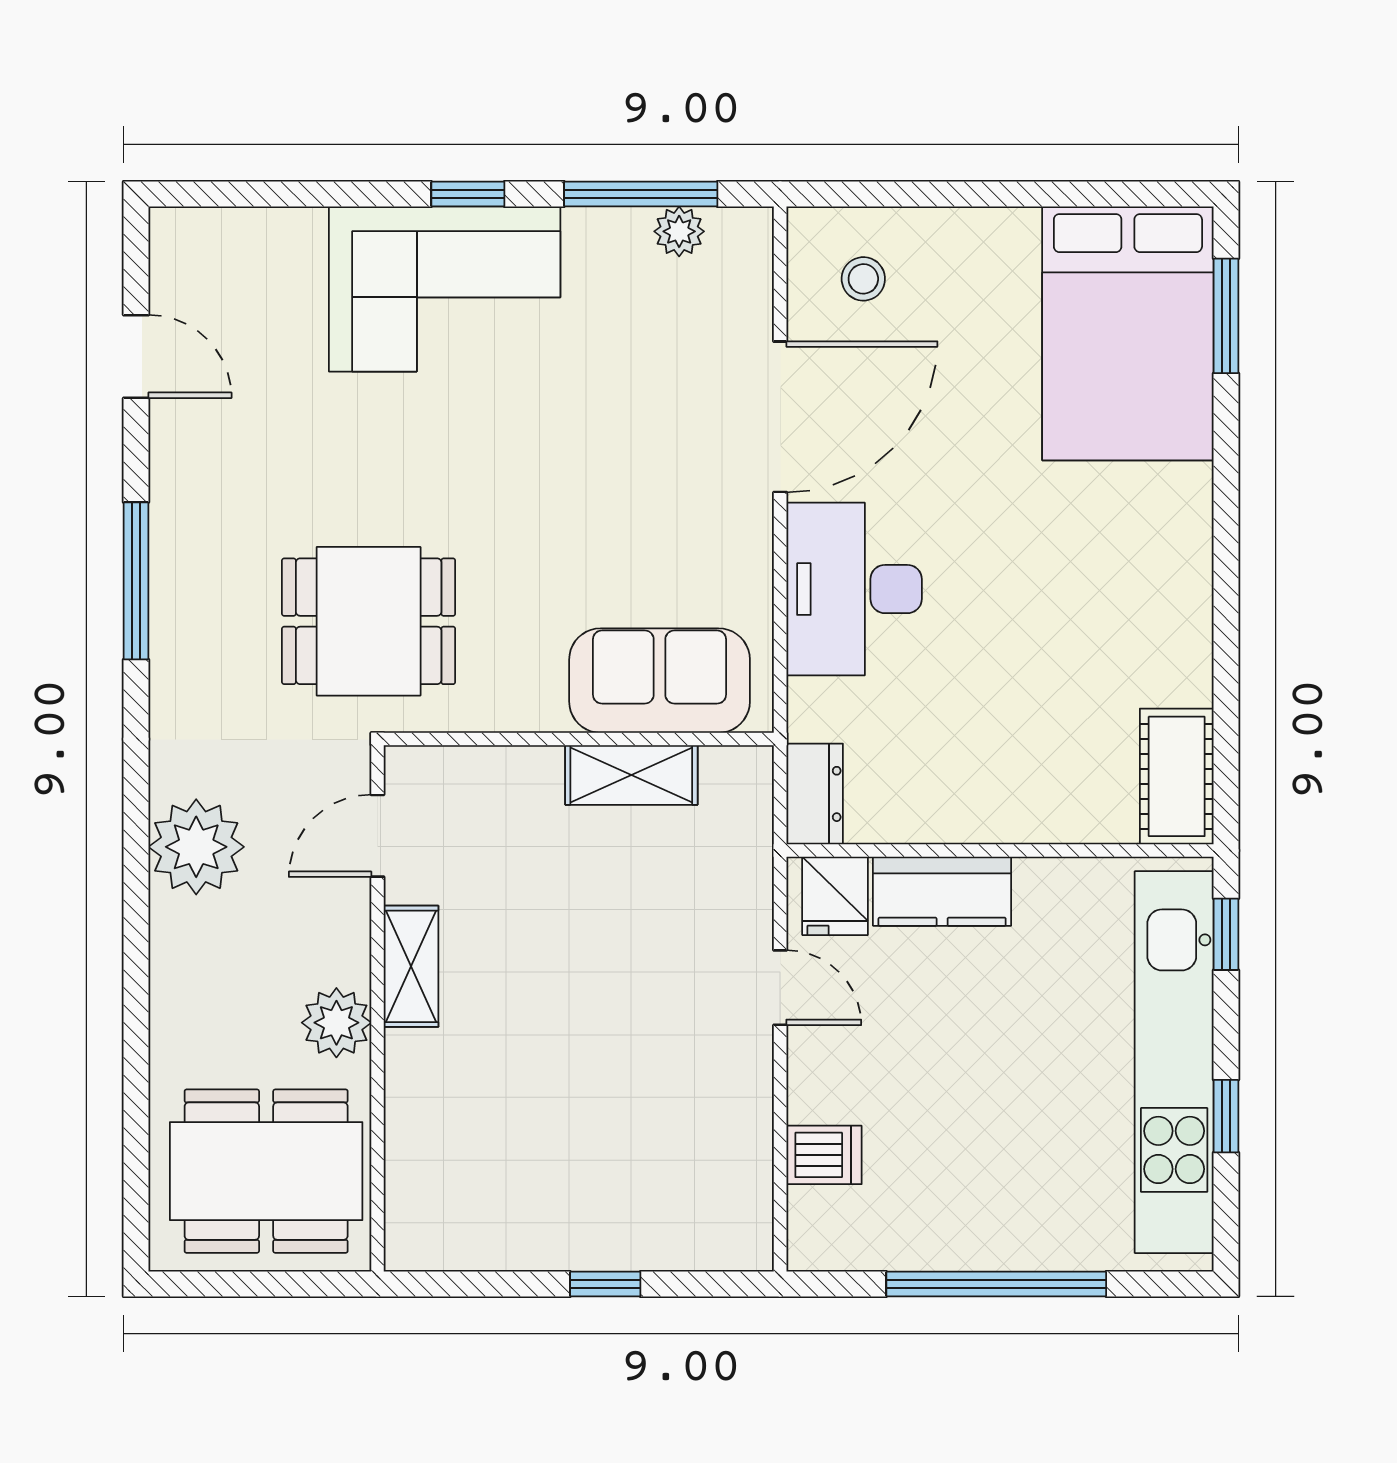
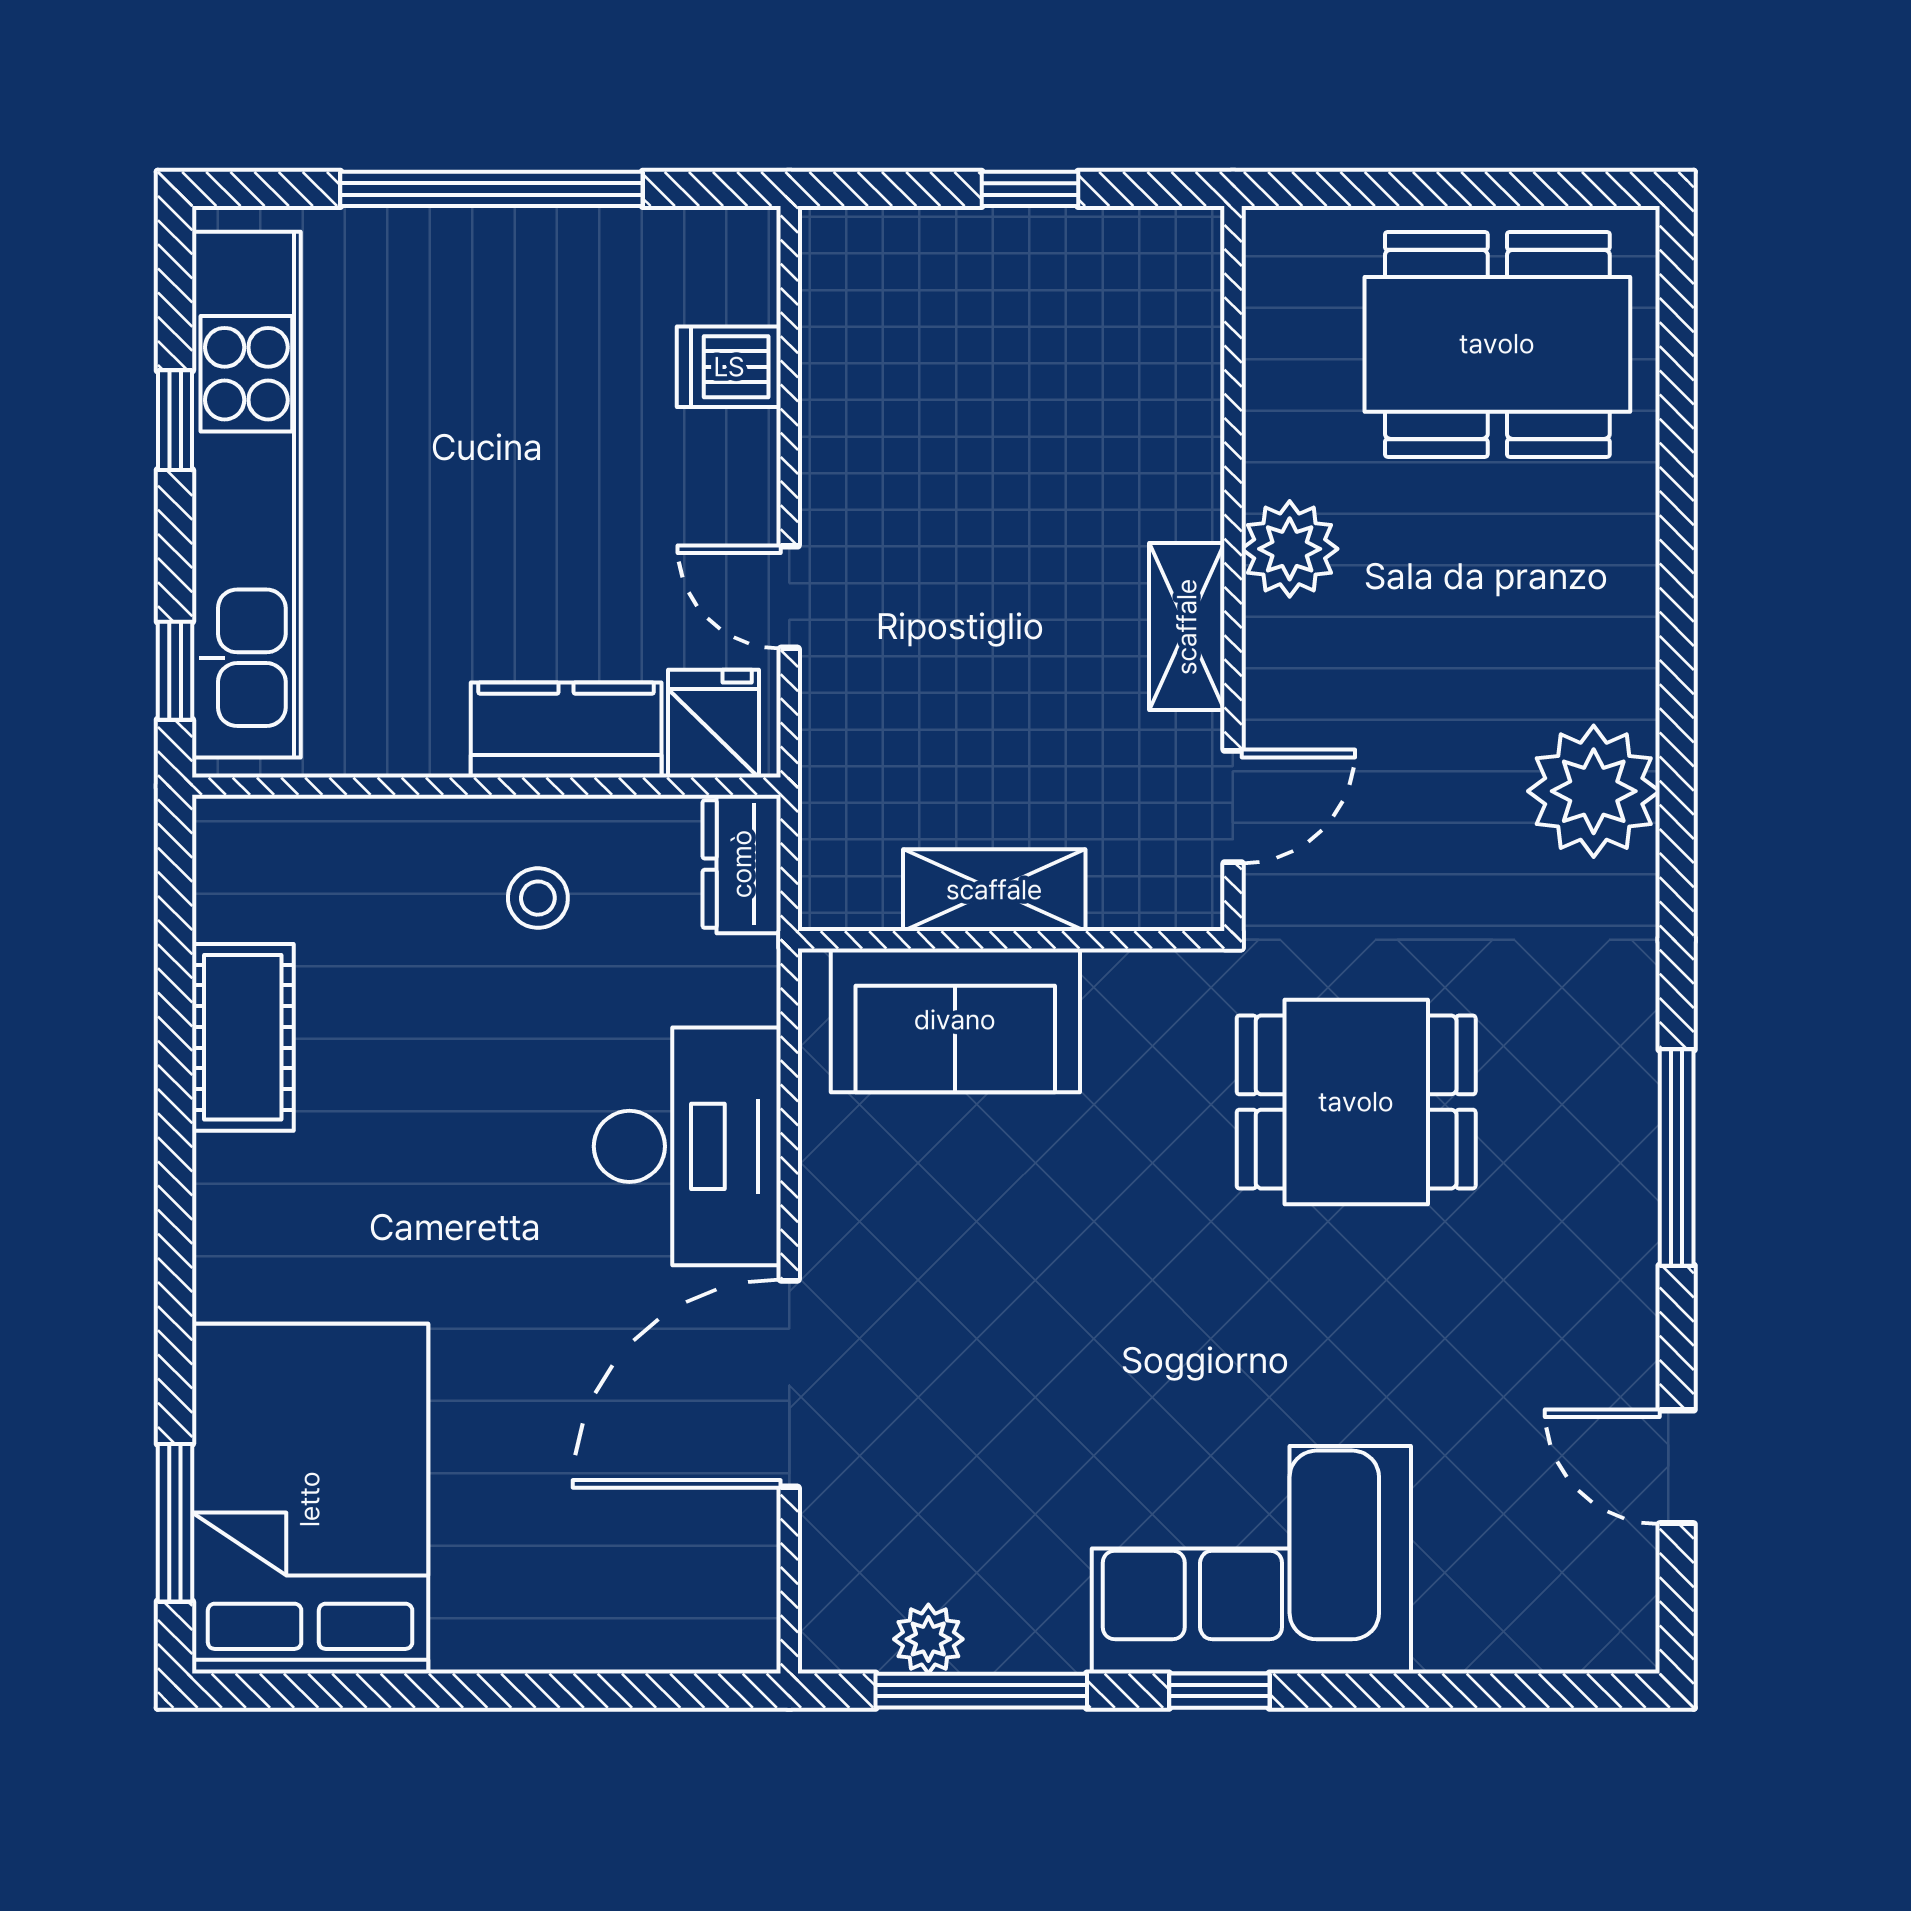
stool: (863, 279) -> (538, 898), moved
cot: (1177, 776) -> (243, 1037), moved
door: (377, 836) -> (1233, 806), moved
shelving: (411, 966) -> (1187, 627), moved
wall: (377, 1008) -> (1233, 569), moved
plant: (336, 1023) -> (1290, 549), moved

